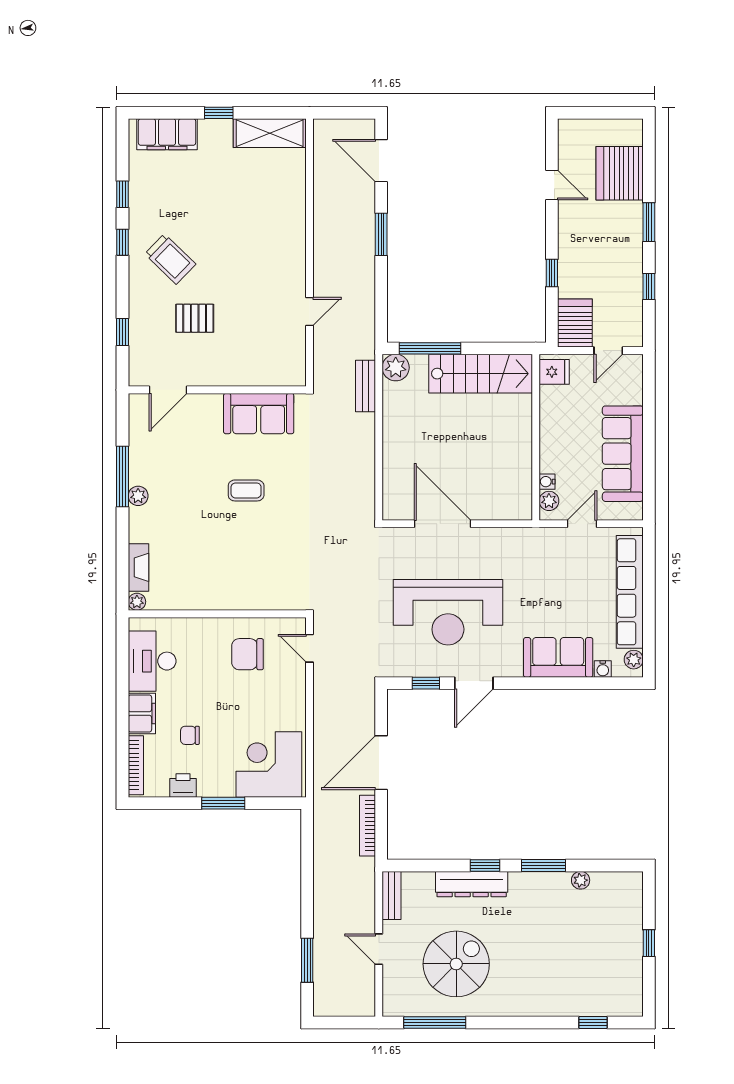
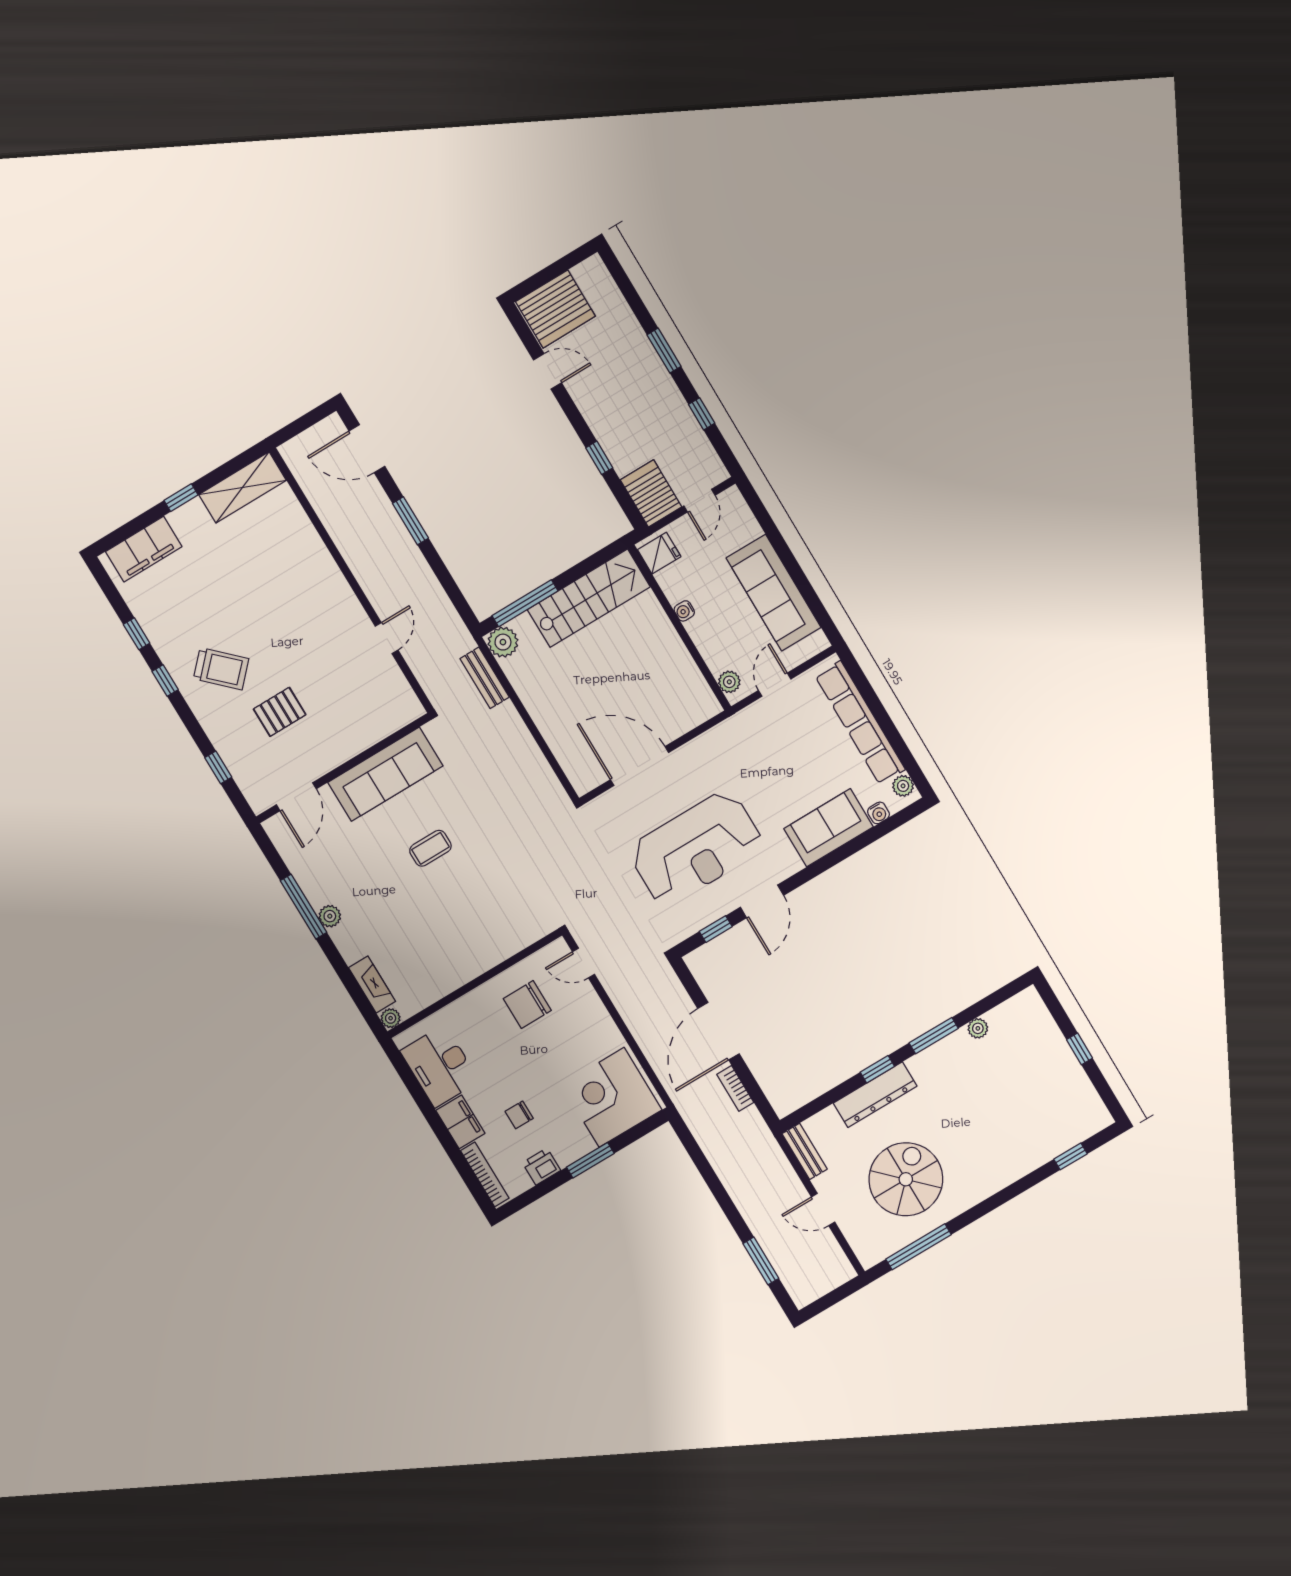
server rack: (620, 173) -> (555, 309), moved, turned -90
sofa: (259, 414) -> (385, 774), width x1.36
water cooler: (547, 482) -> (684, 611), moved
bookcase: (368, 826) -> (735, 1088), width x0.64

